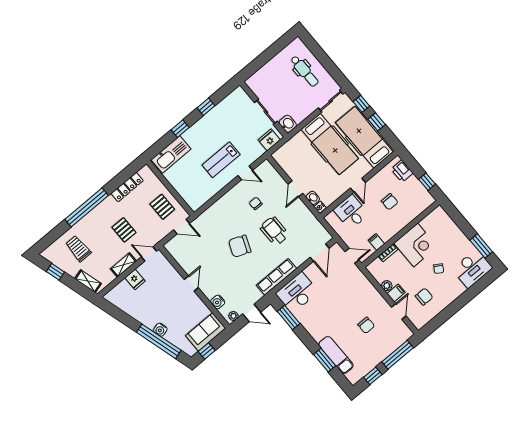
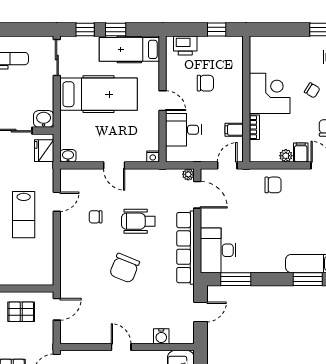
hospital bed: (364, 137) -> (129, 49), width x0.73, depth x0.78
washbasin: (313, 198) -> (68, 156), moved
row of seats: (276, 277) -> (185, 248), width x1.36
plant: (233, 316) -> (188, 174), moved
chair: (366, 325) -> (273, 185), moved

